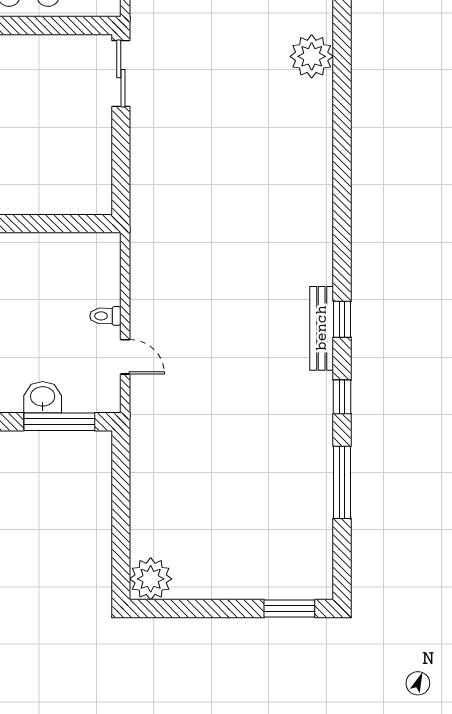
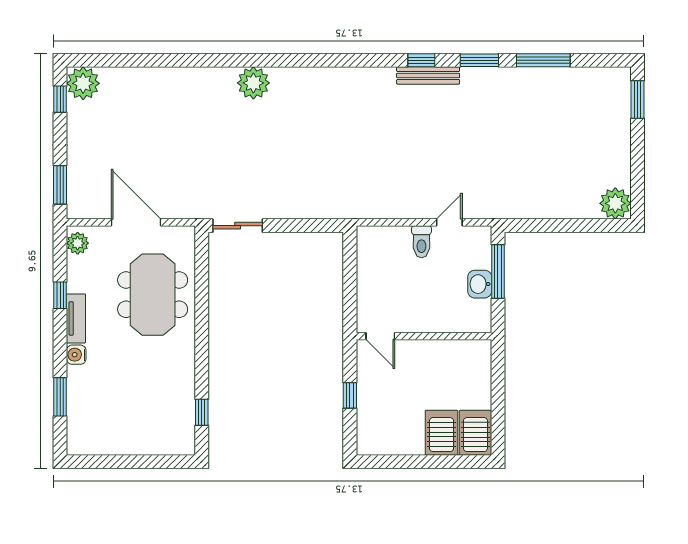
plant: (312, 56) -> (253, 83), moved
toilet: (105, 316) -> (421, 242), width x1.37, depth x1.39
window: (342, 397) -> (479, 60), width x1.50

